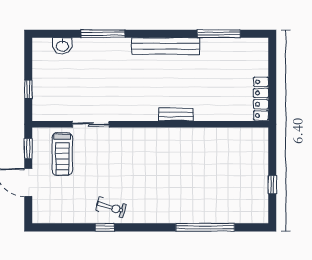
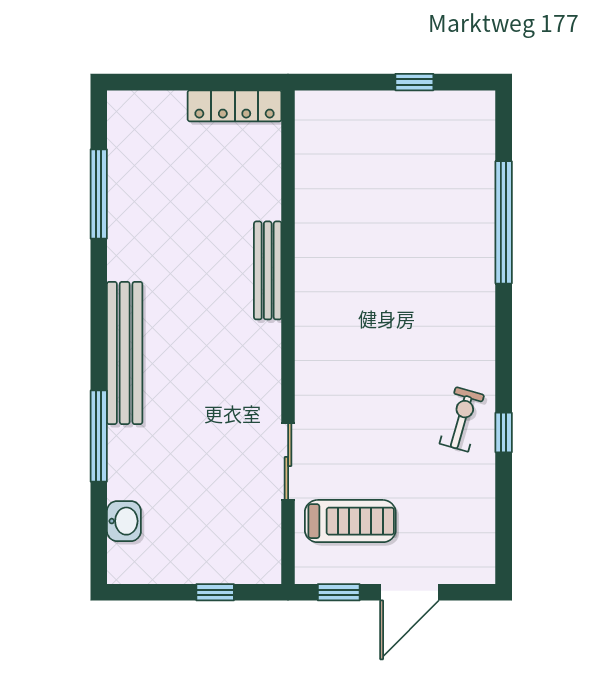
bench: (166, 46) -> (125, 353), moved
bench: (176, 115) -> (268, 270), width x1.36

